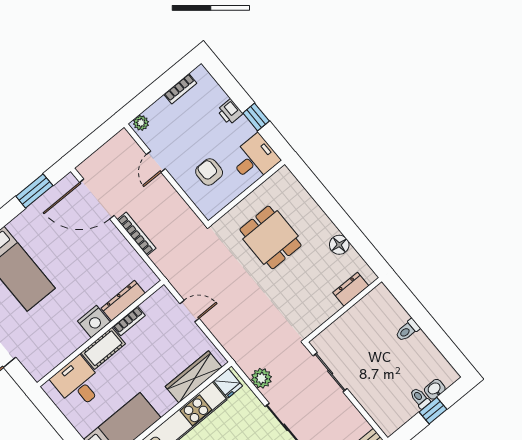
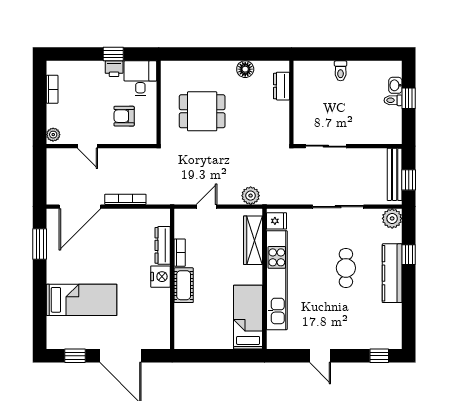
printer: (230, 112) -> (114, 69), moved
plant: (261, 378) -> (251, 196), moved
desk: (78, 383) -> (193, 321), removed

